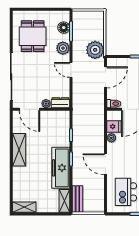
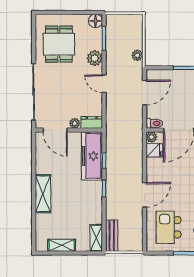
floor lamp: (64, 28) -> (95, 21), moved
plant: (95, 50) -> (137, 55), width x0.53, depth x0.53
plant: (111, 138) -> (152, 137), moved
shelving: (19, 150) -> (43, 194), moved
door: (105, 164) -> (145, 195), swing flipped
freezer: (61, 168) -> (92, 156), moved
shelving: (24, 207) -> (62, 245), moved

